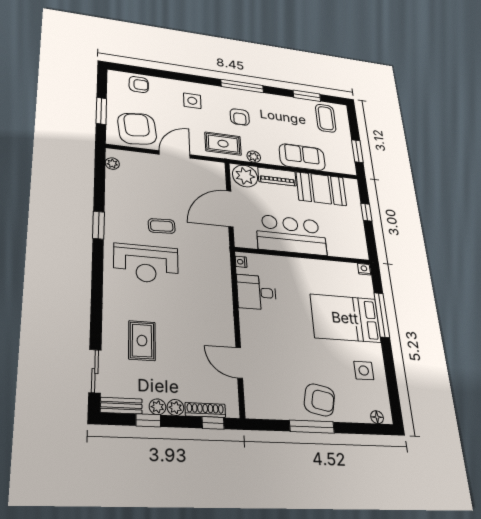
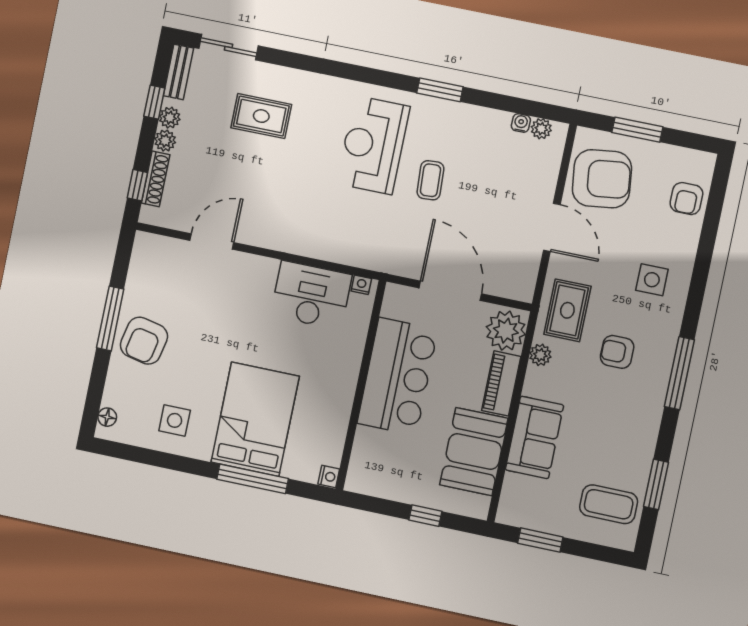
water cooler: (111, 175) -> (521, 123), added
desk: (257, 292) -> (311, 295), width x1.37

